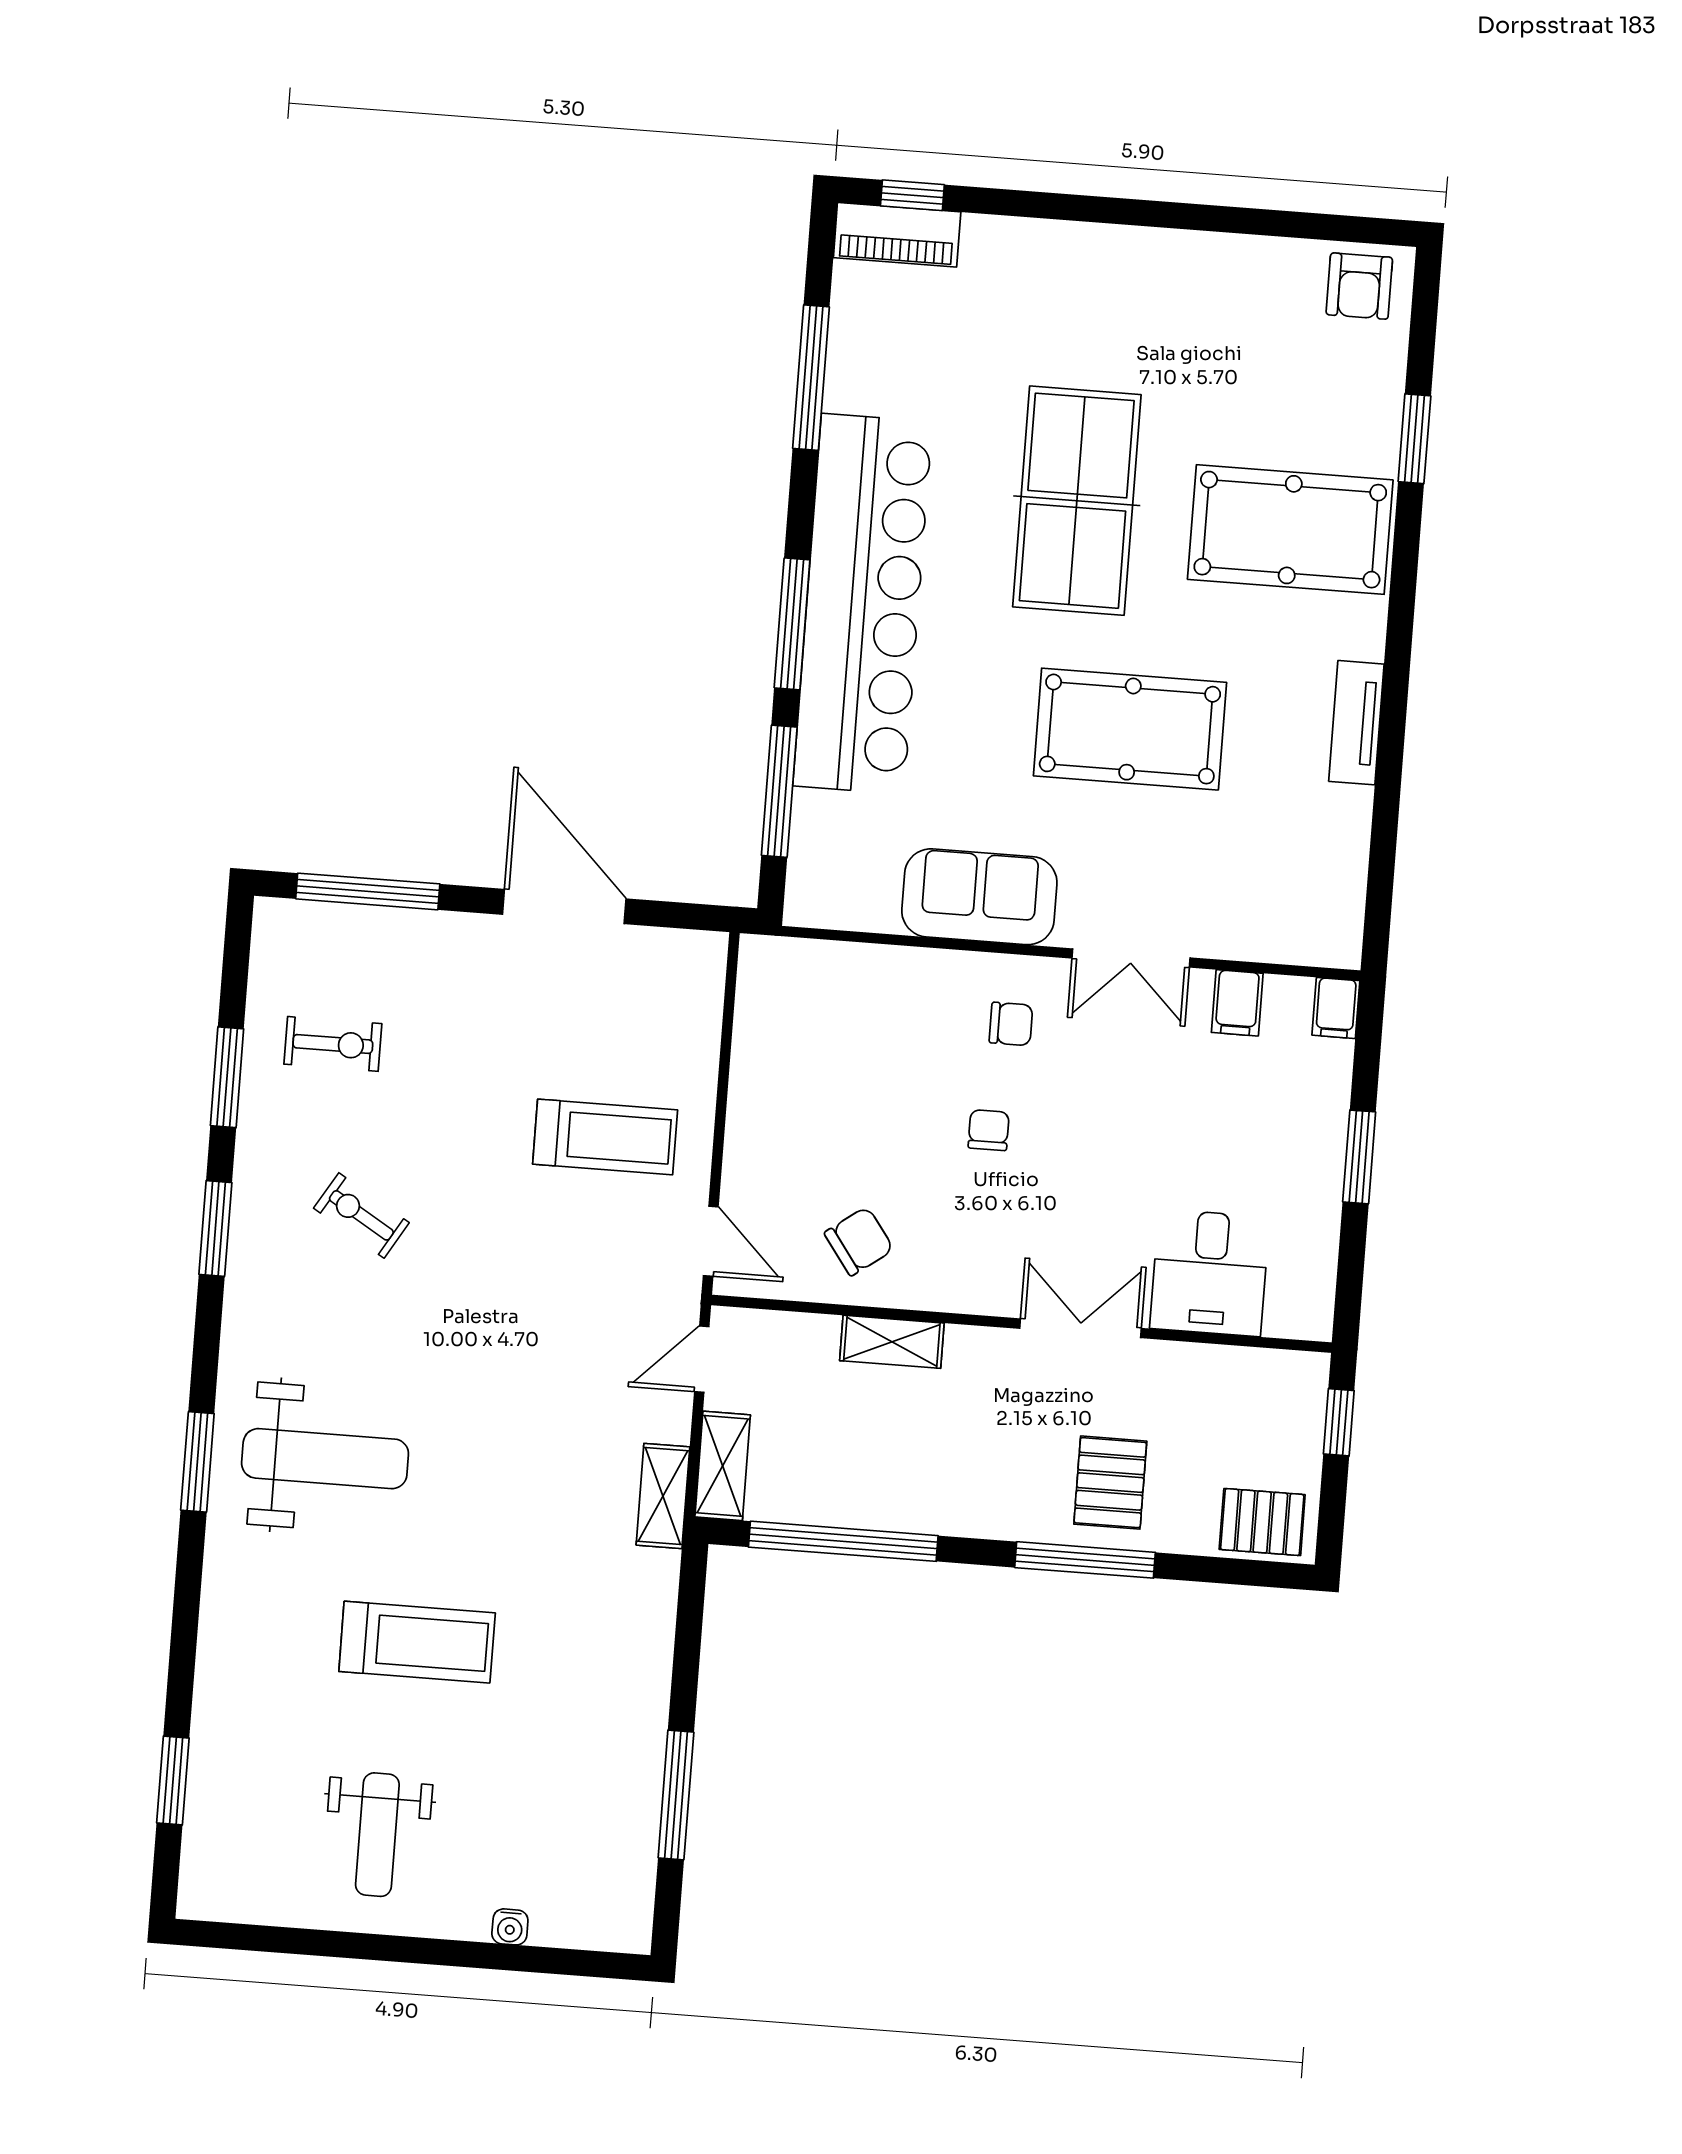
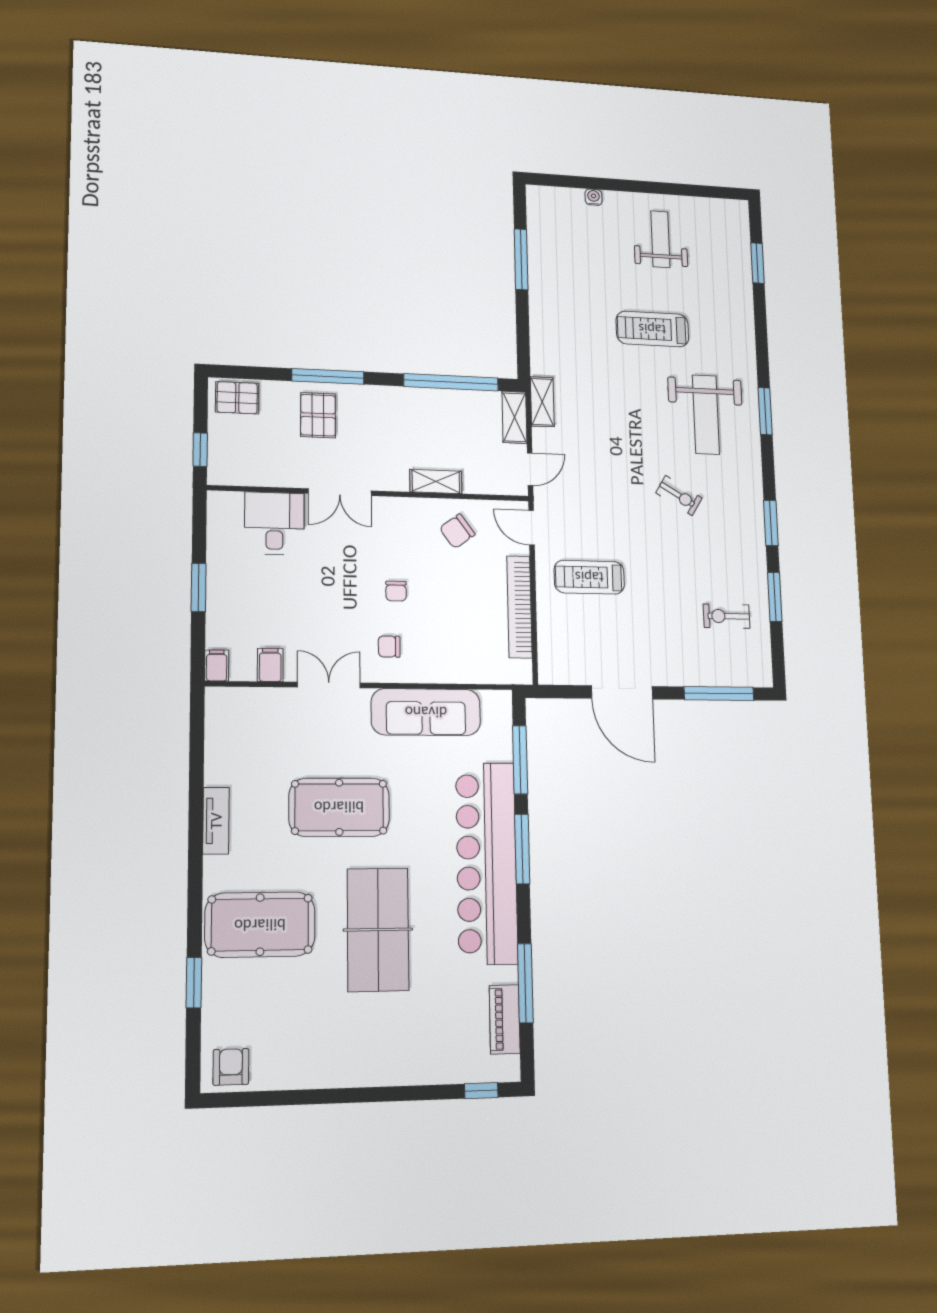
piano: (897, 235) -> (505, 1019), moved, turned -90
sofa: (979, 897) -> (426, 712), width x1.36
bookcase: (751, 1086) -> (519, 607), added
exercise bike: (361, 1215) -> (679, 495), moved
weight bench: (325, 1459) -> (706, 415), turned -90

